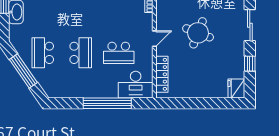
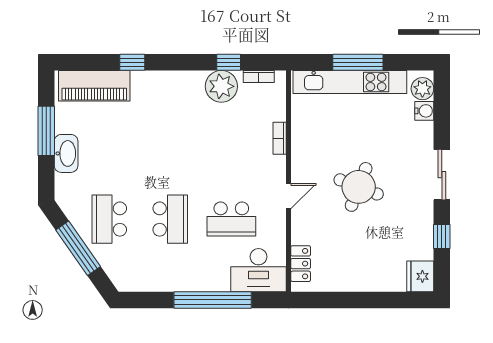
locker: (162, 74) -> (301, 264), width x0.66

